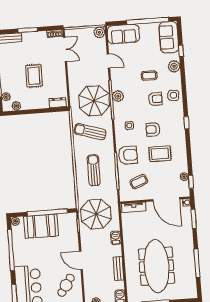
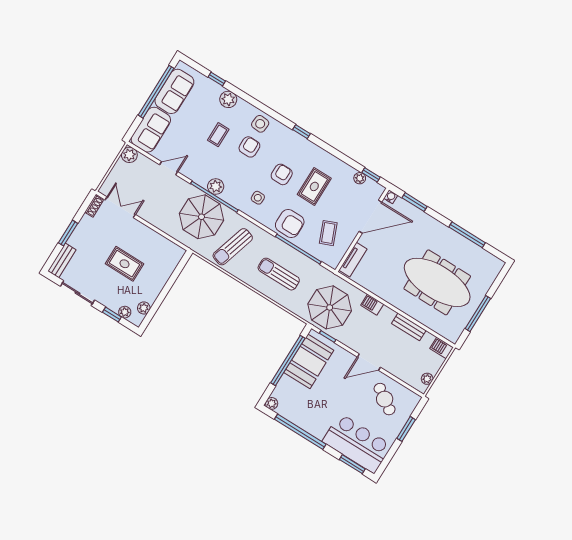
sofa: (169, 37) -> (174, 91), moved, turned -90
dresser: (58, 103) -> (174, 259), removed
armchair: (153, 129) -> (282, 174), turned 180
armchair: (128, 155) -> (290, 224), turned 90
booth: (41, 226) -> (309, 361), moved

